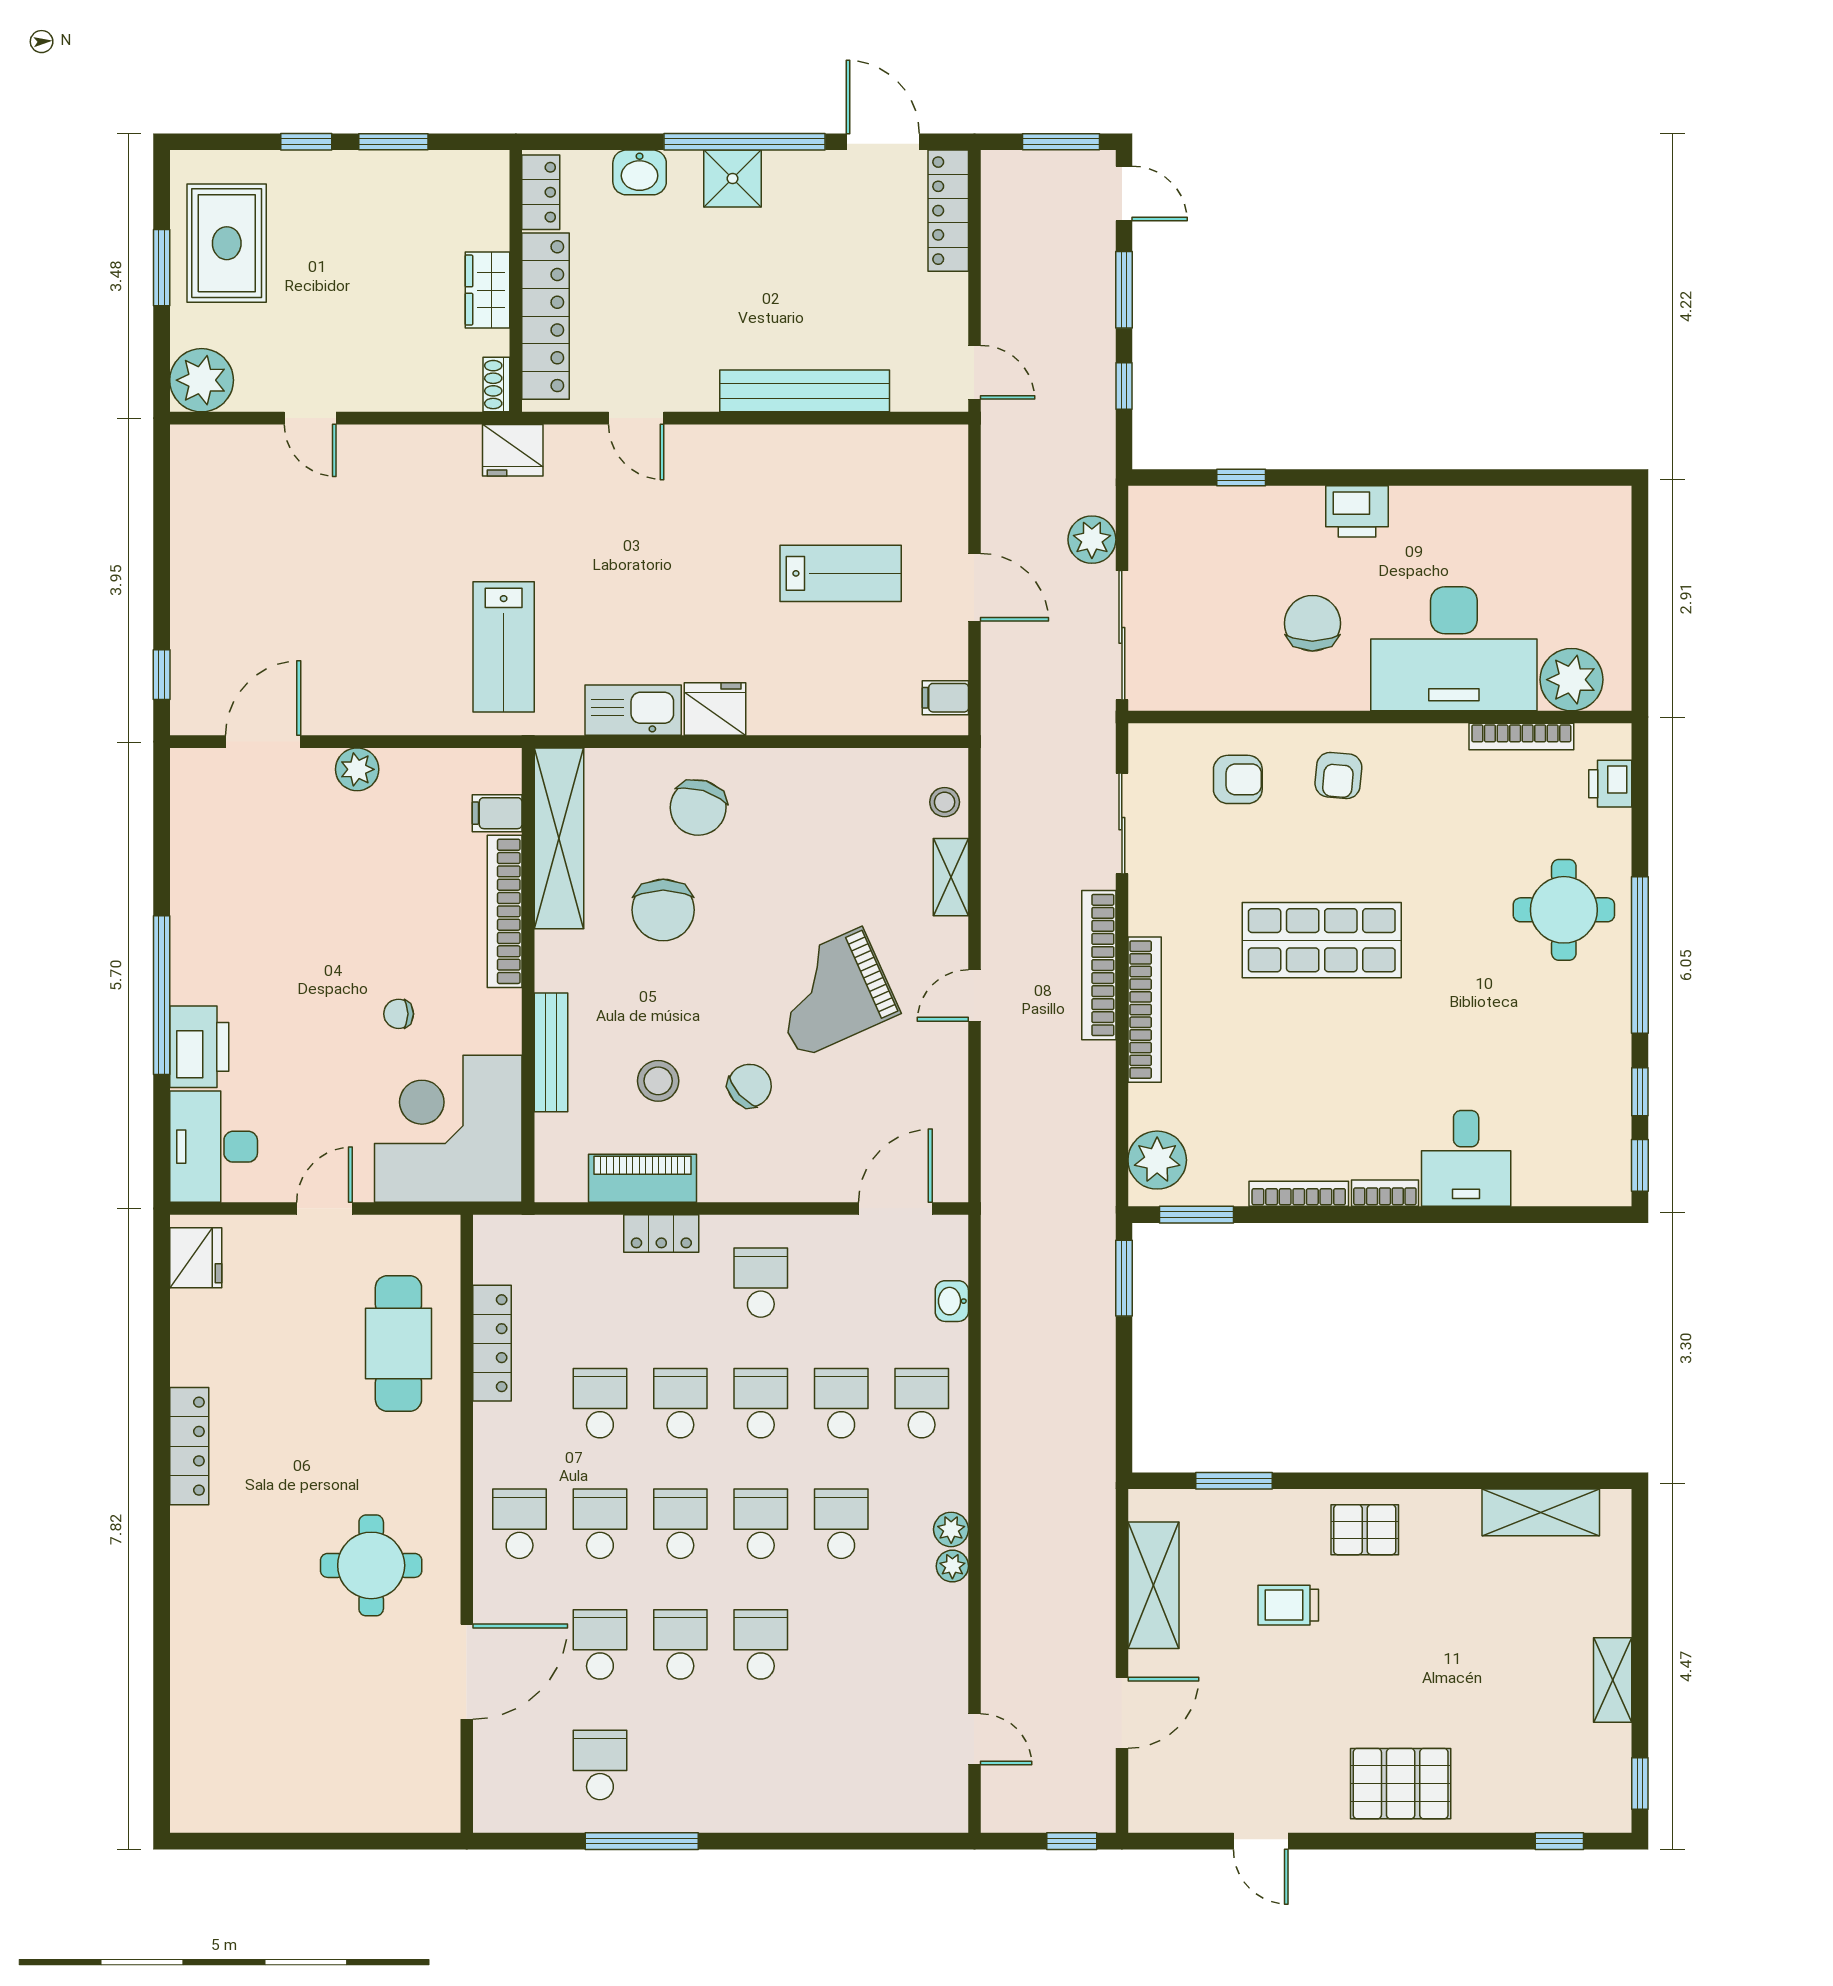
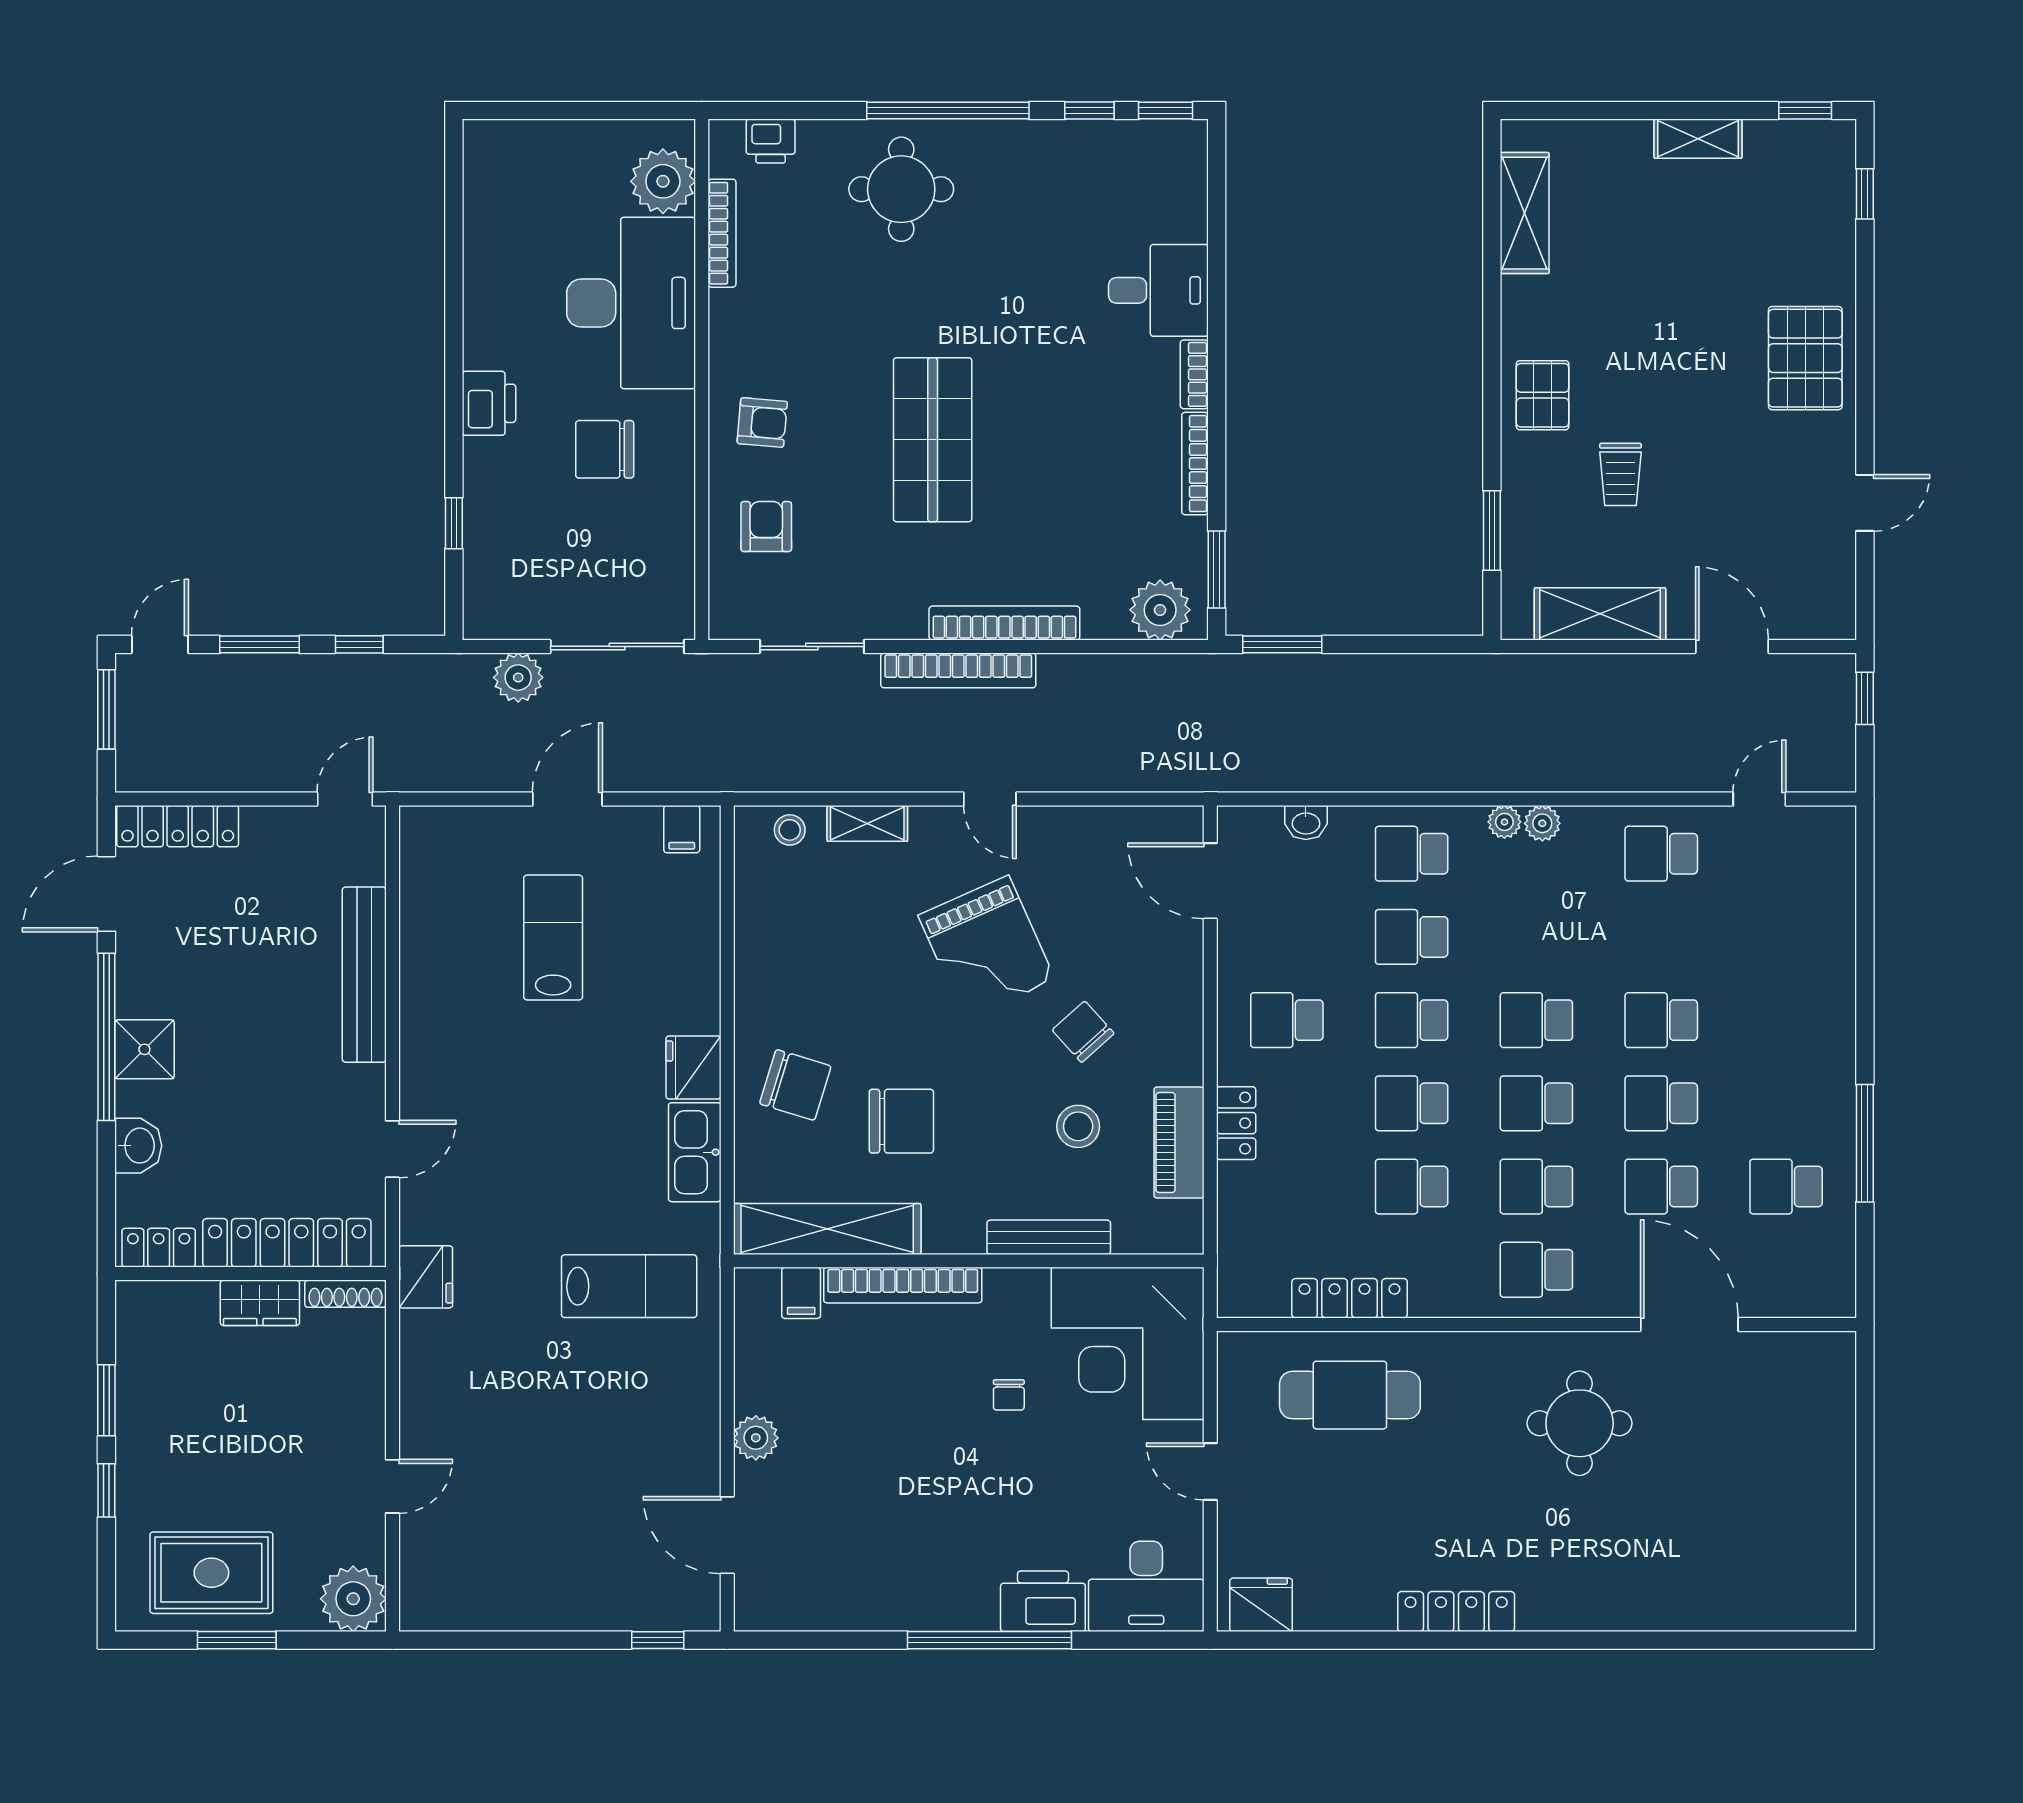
shoe rack: (496, 385) -> (346, 1294), width x1.43
school desk: (841, 1524) -> (1661, 854), moved
plant: (952, 1566) -> (1504, 822), moved

